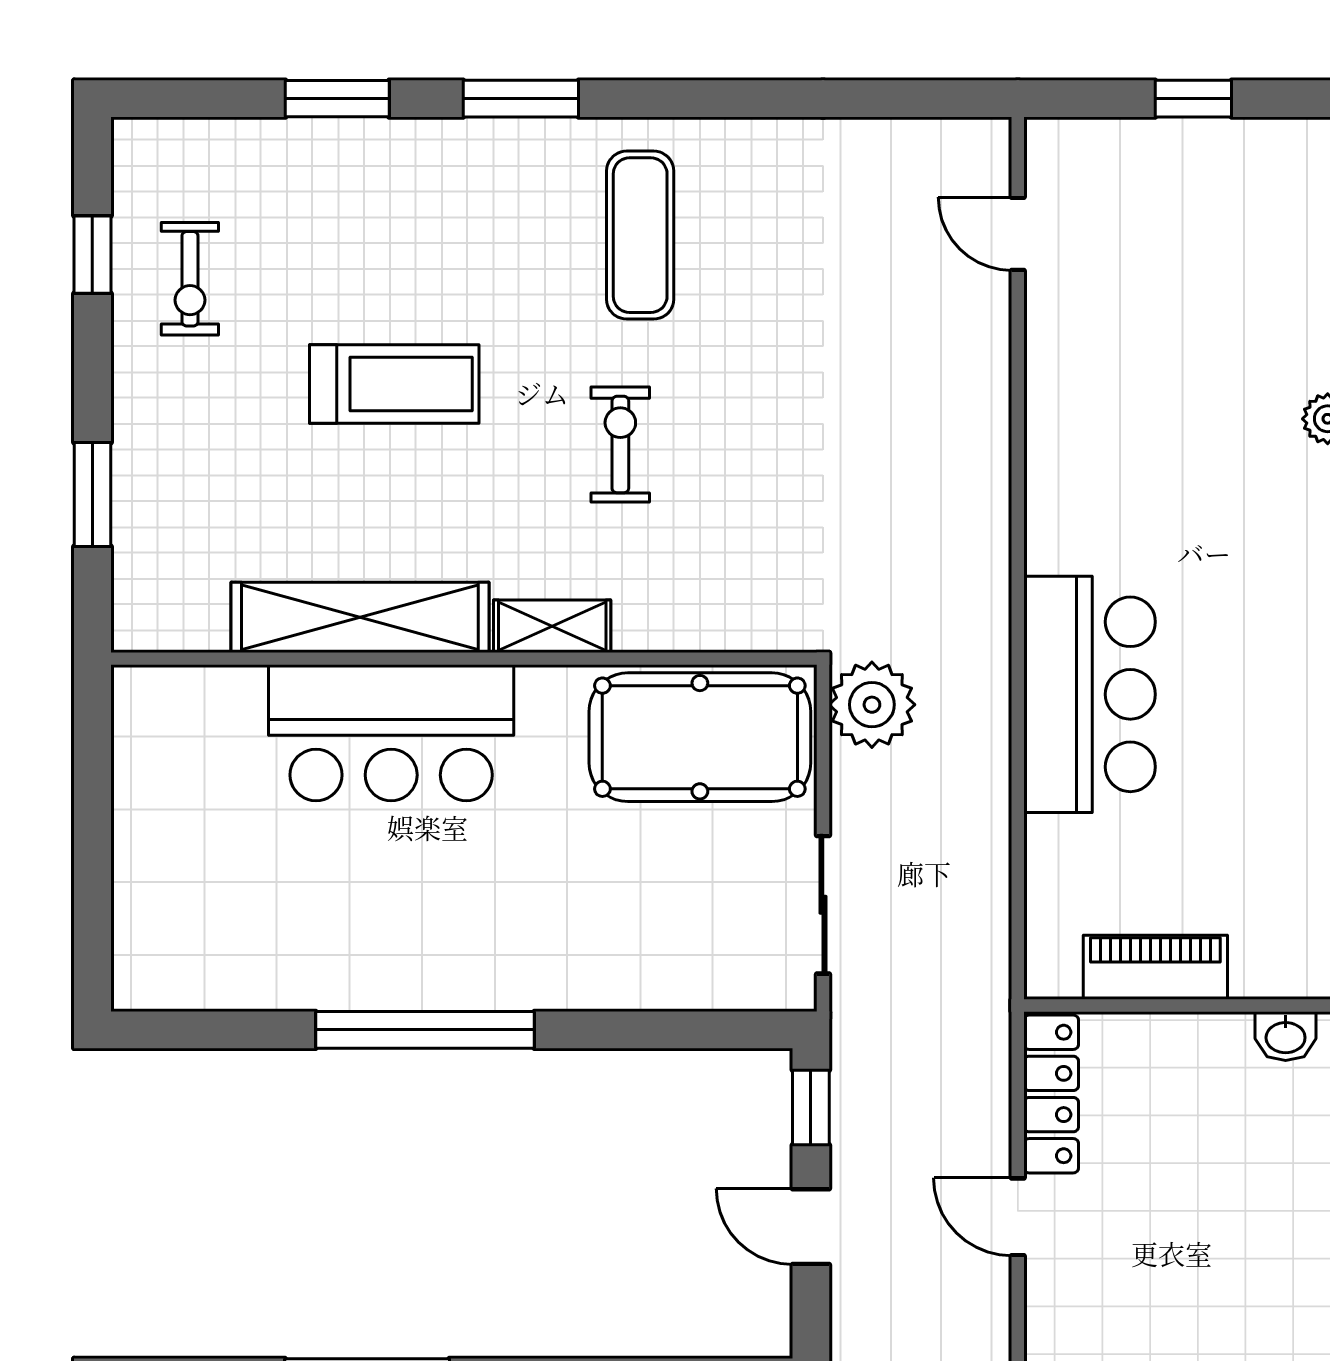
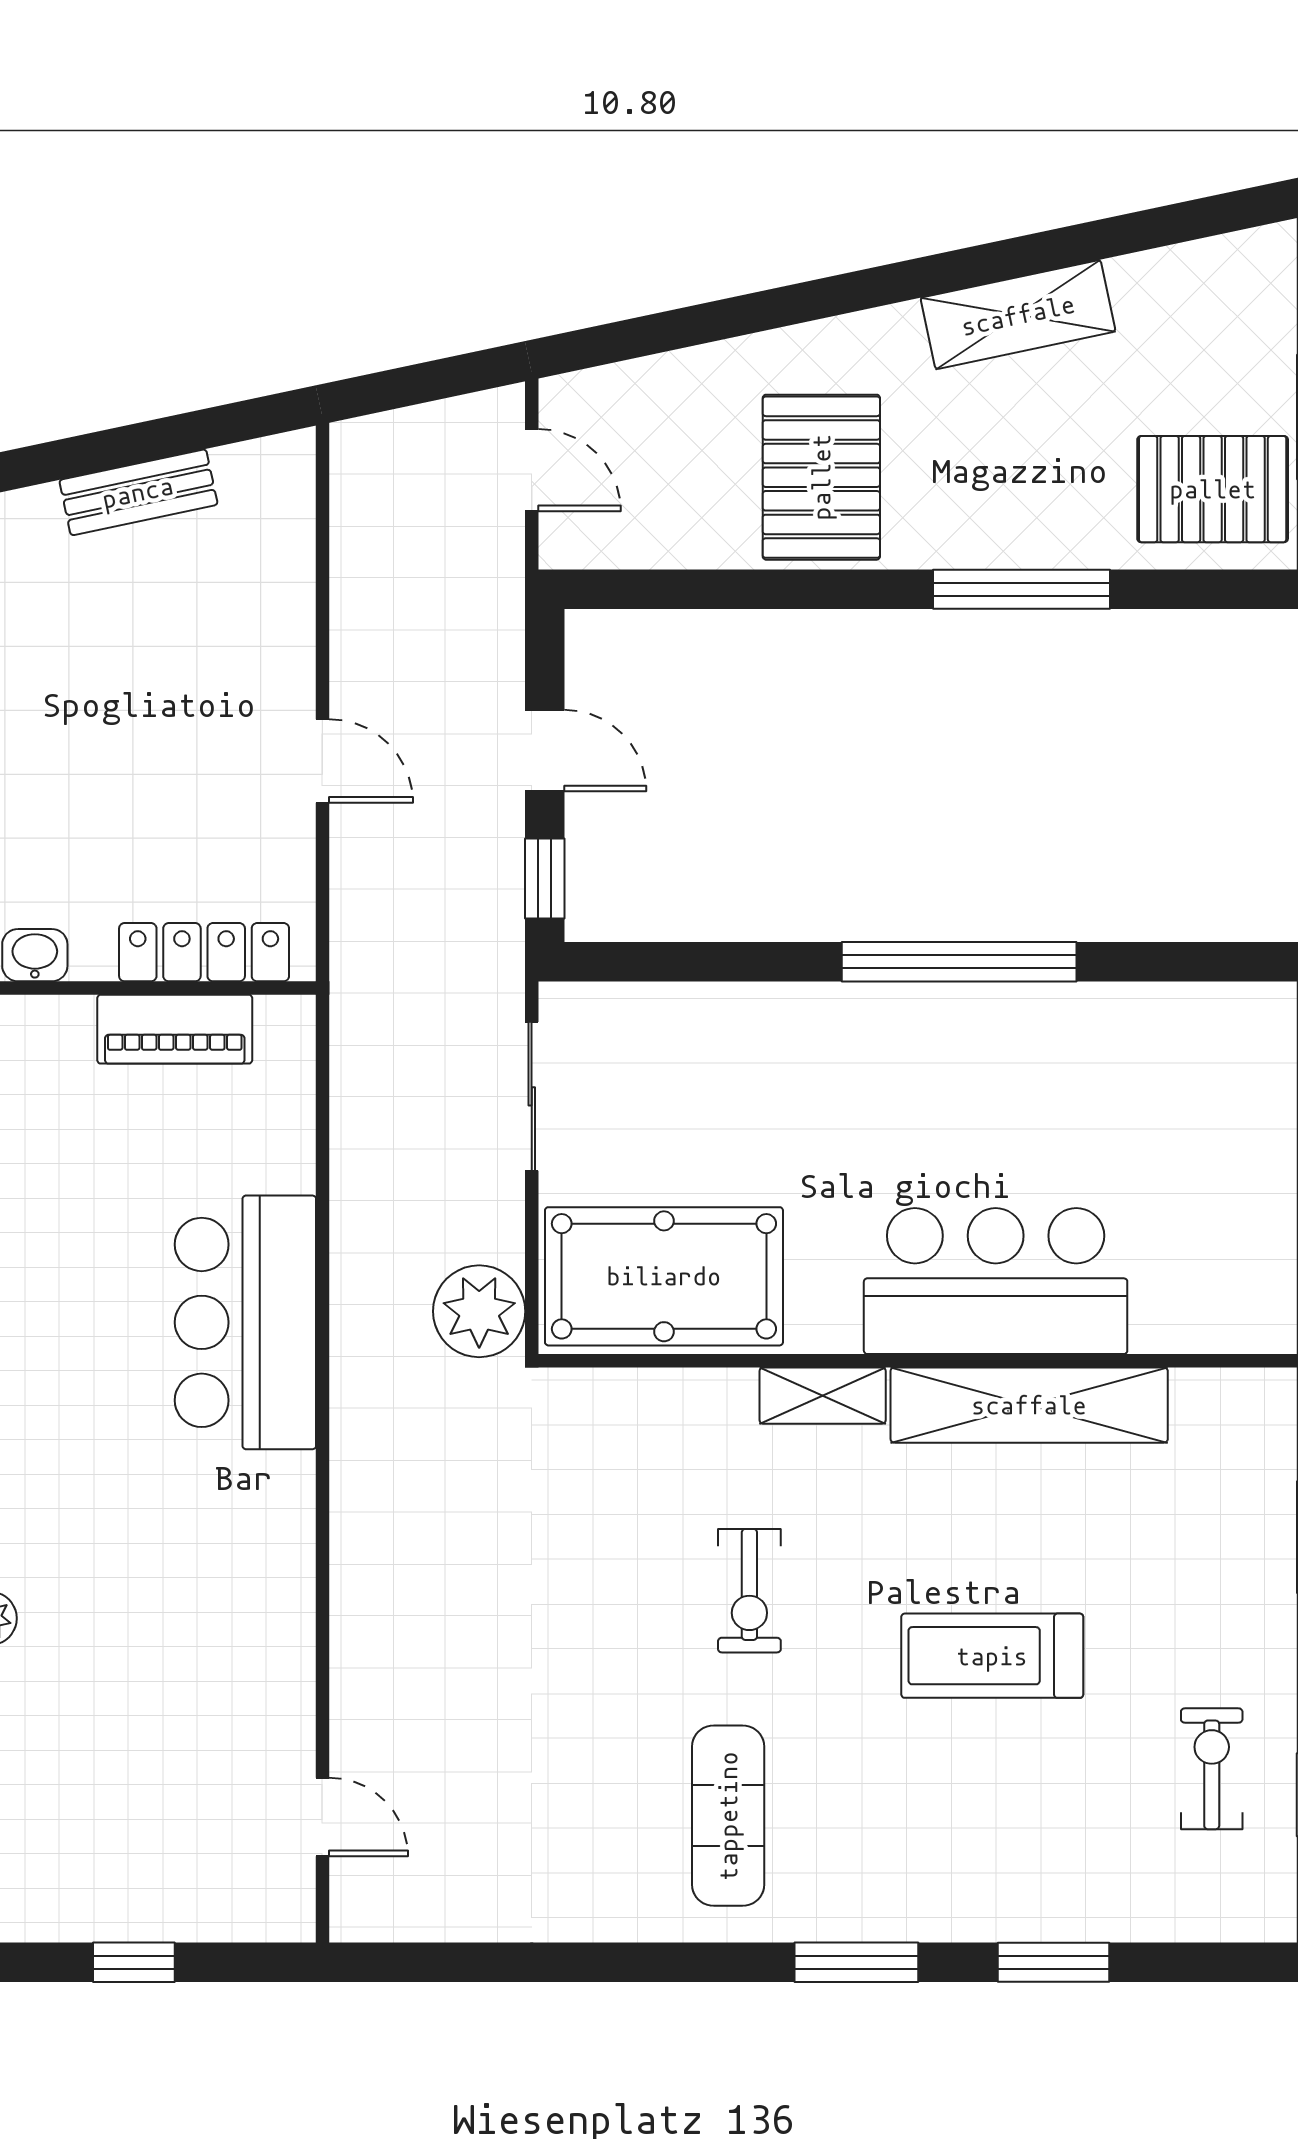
locker: (1051, 1094) -> (204, 952), moved, turned 90

